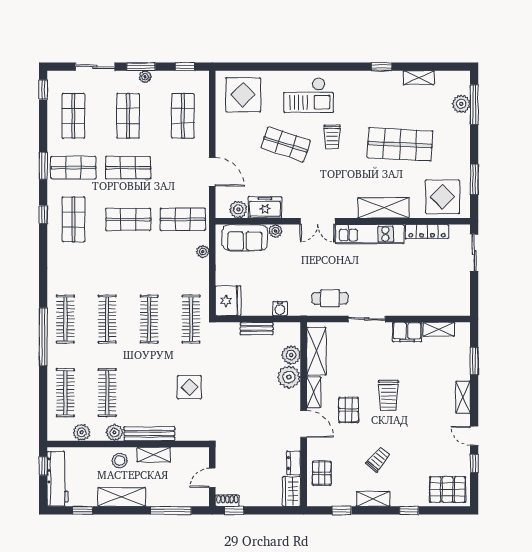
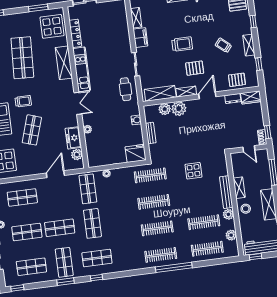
shop shelf: (128, 168) -> (60, 228), turned 90
sofa: (245, 238) -> (94, 148), removed

